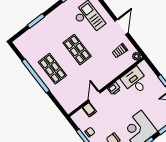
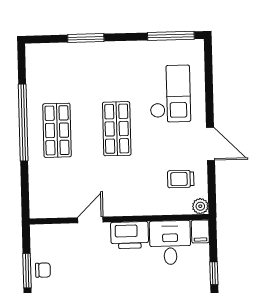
door: (121, 27) -> (211, 144), hinge flipped
printer: (114, 89) -> (130, 235), width x1.87, depth x1.48
filing cabinet: (89, 110) -> (200, 231), moved

